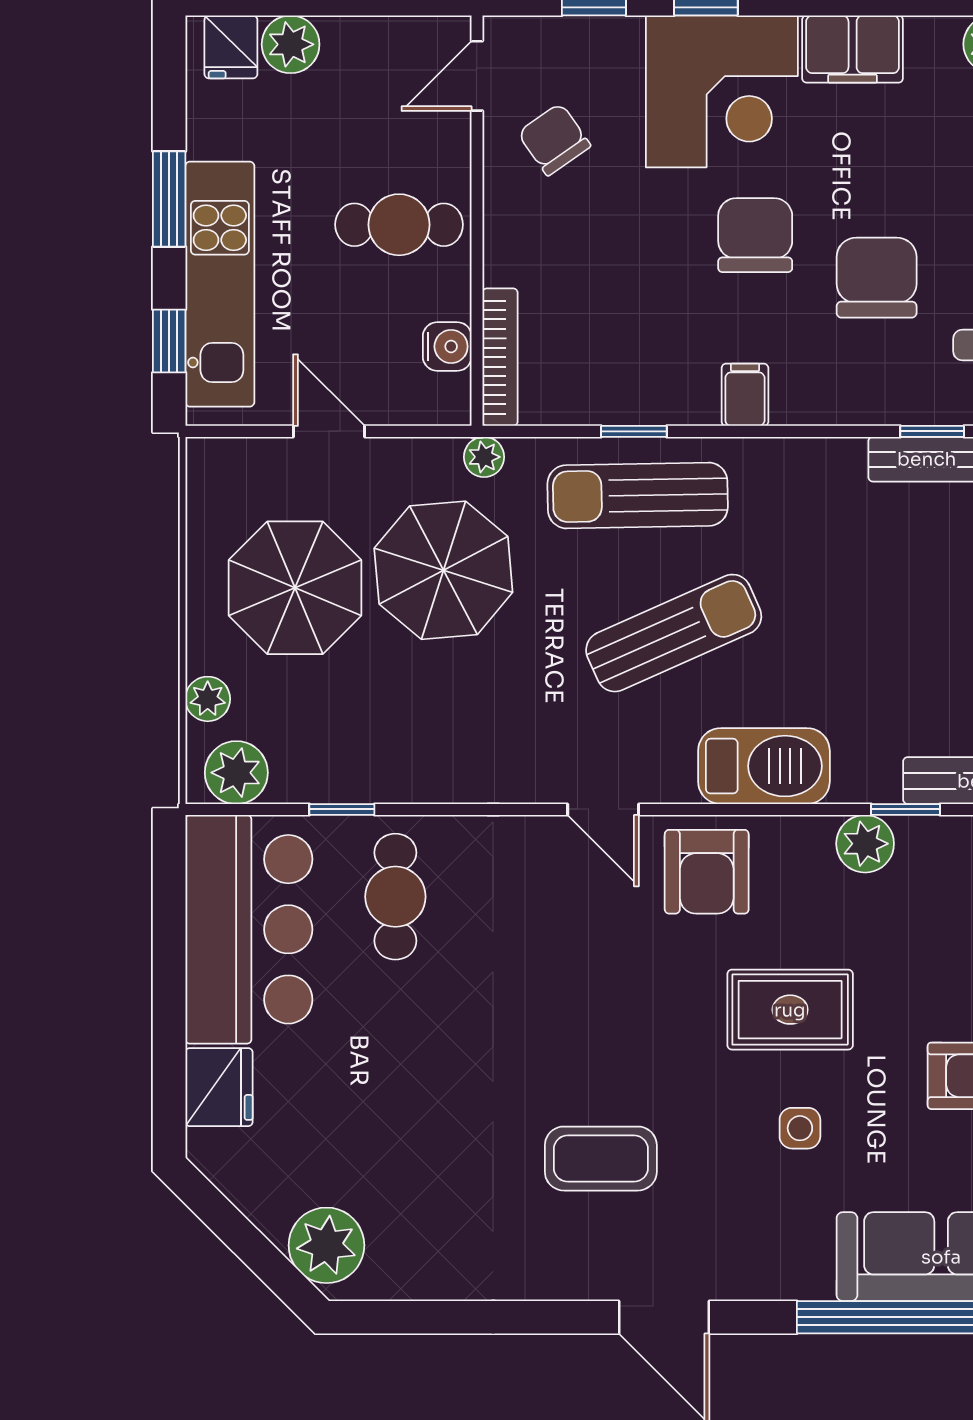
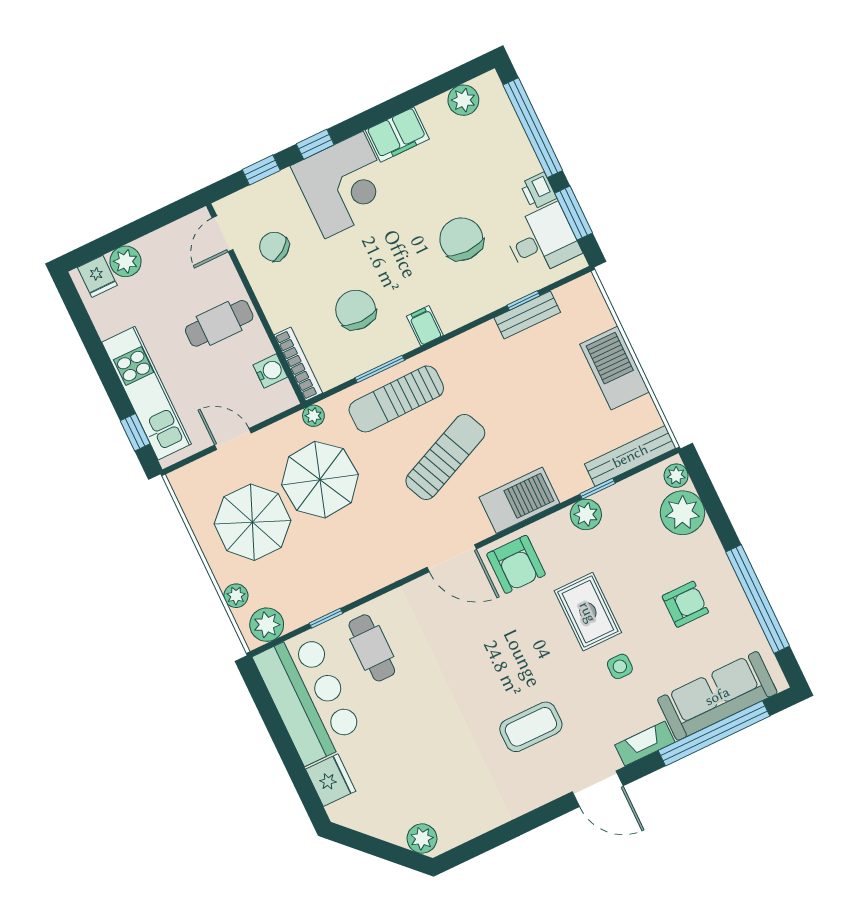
window: (169, 199) -> (103, 364), removed
chair: (755, 235) -> (356, 310), moved
window: (634, 431) -> (380, 369), width x1.50
door: (603, 809) -> (452, 558), width x1.38
rug: (790, 1010) -> (588, 612), turned 90
plant: (326, 1245) -> (422, 839), width x0.73, depth x0.73
fireplace: (780, 1279) -> (645, 744), added

